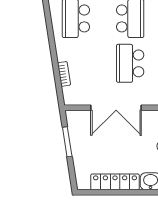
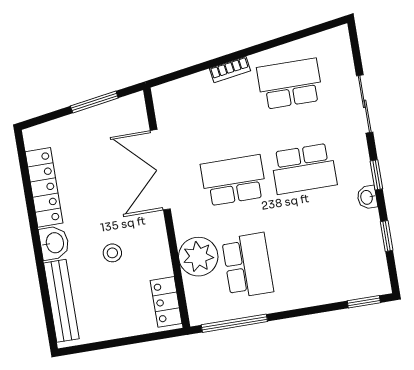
bookcase: (64, 74) -> (230, 70), moved

